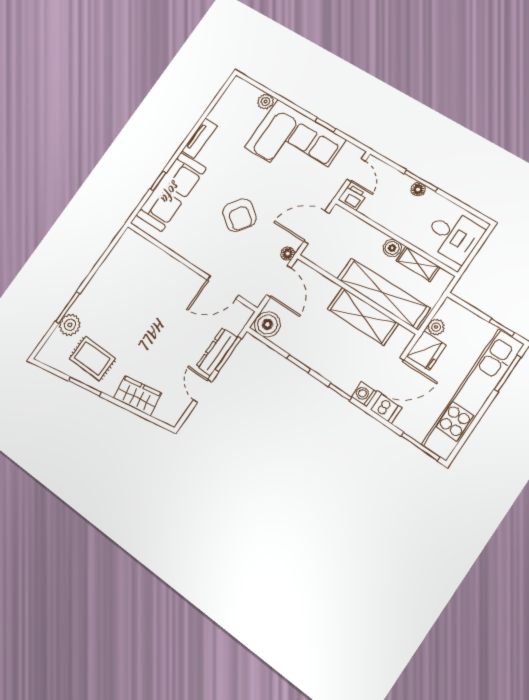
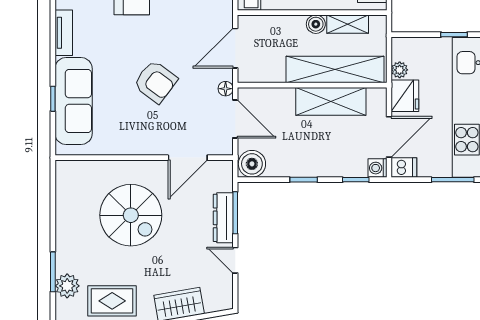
spiral stairs: (151, 303) -> (131, 215), added

